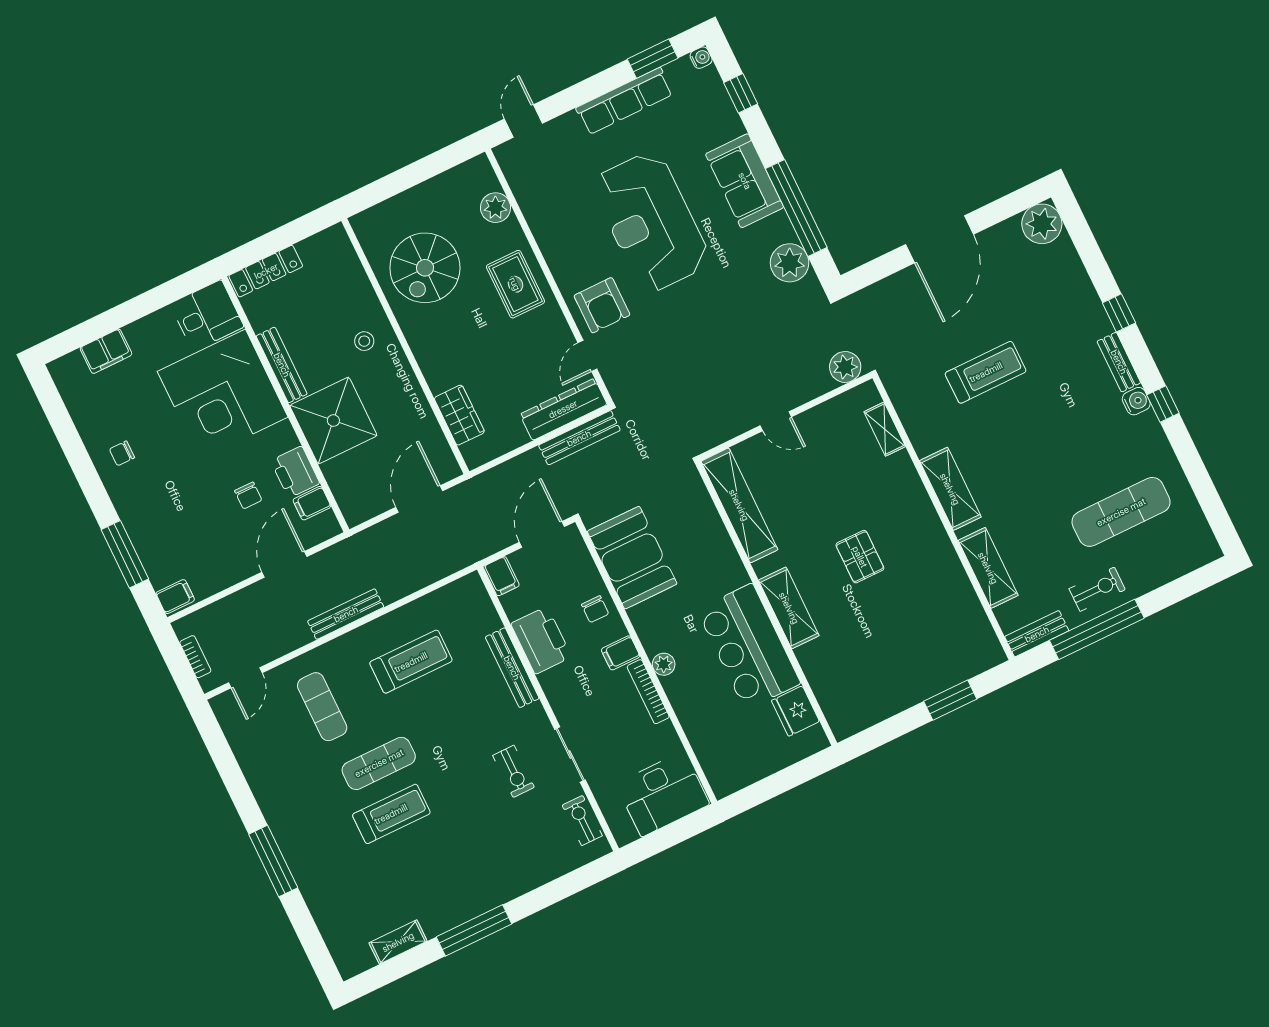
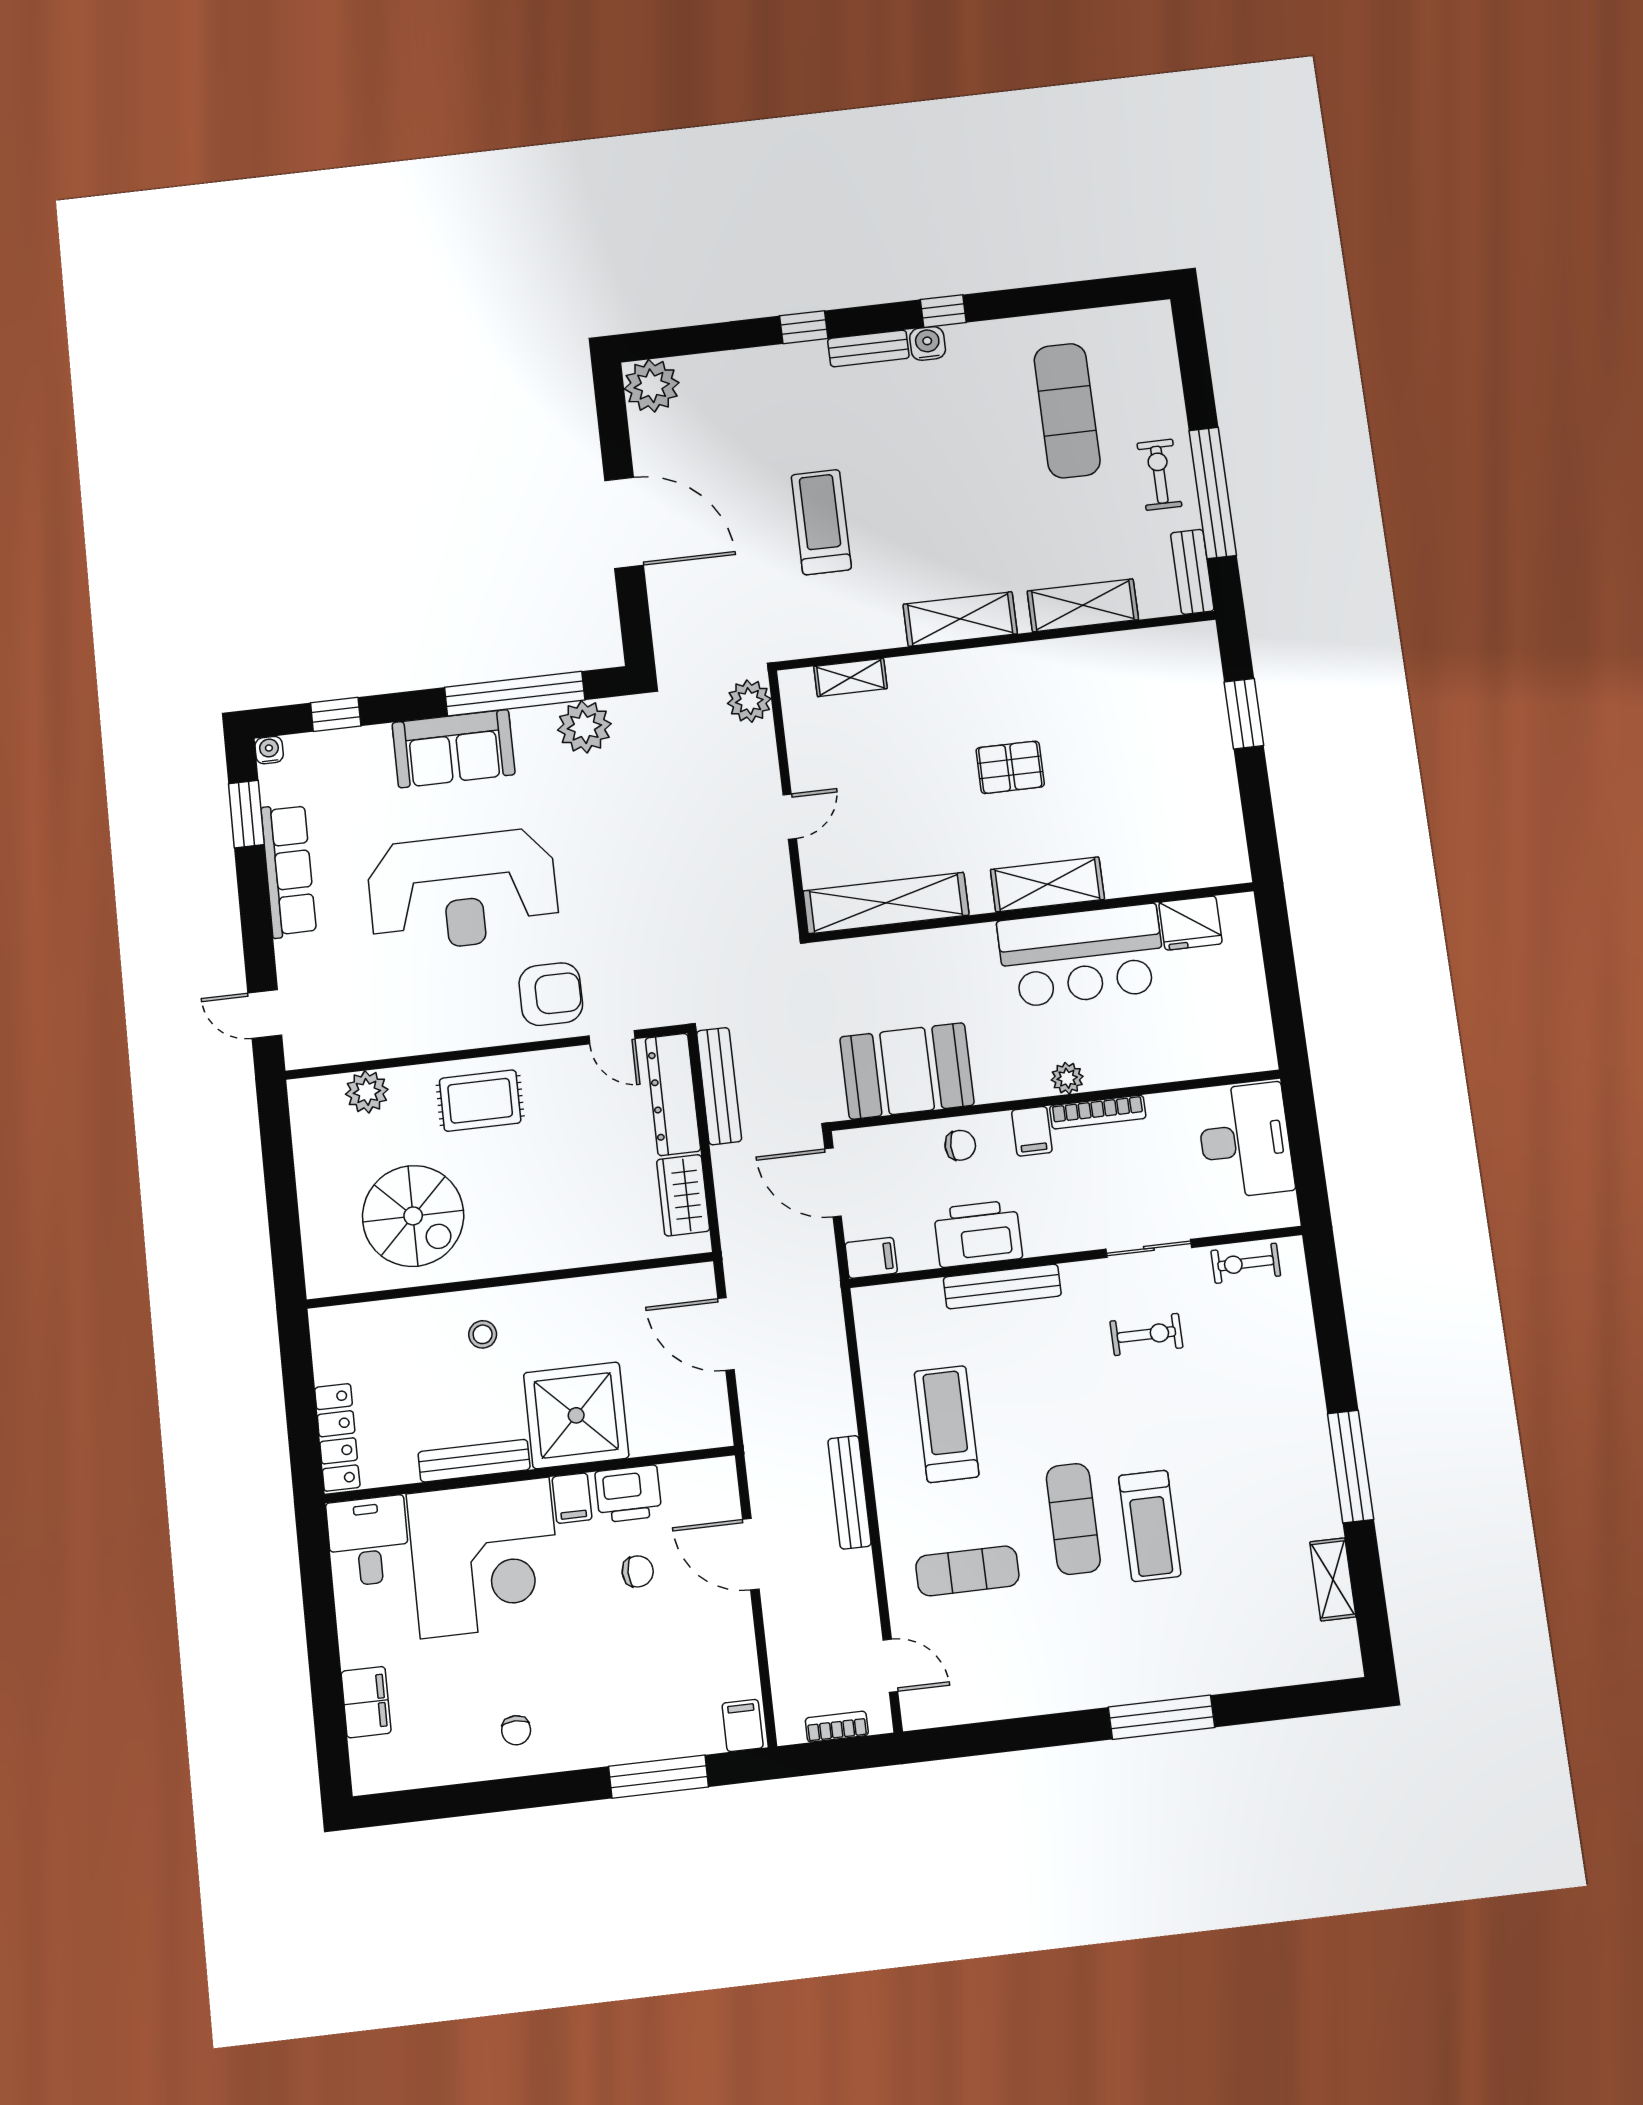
wardrobe: (459, 415) -> (683, 1195), moved, turned -90
filing cabinet: (312, 503) -> (572, 1498), moved
treadmill: (391, 814) -> (1150, 1526), turned 180

